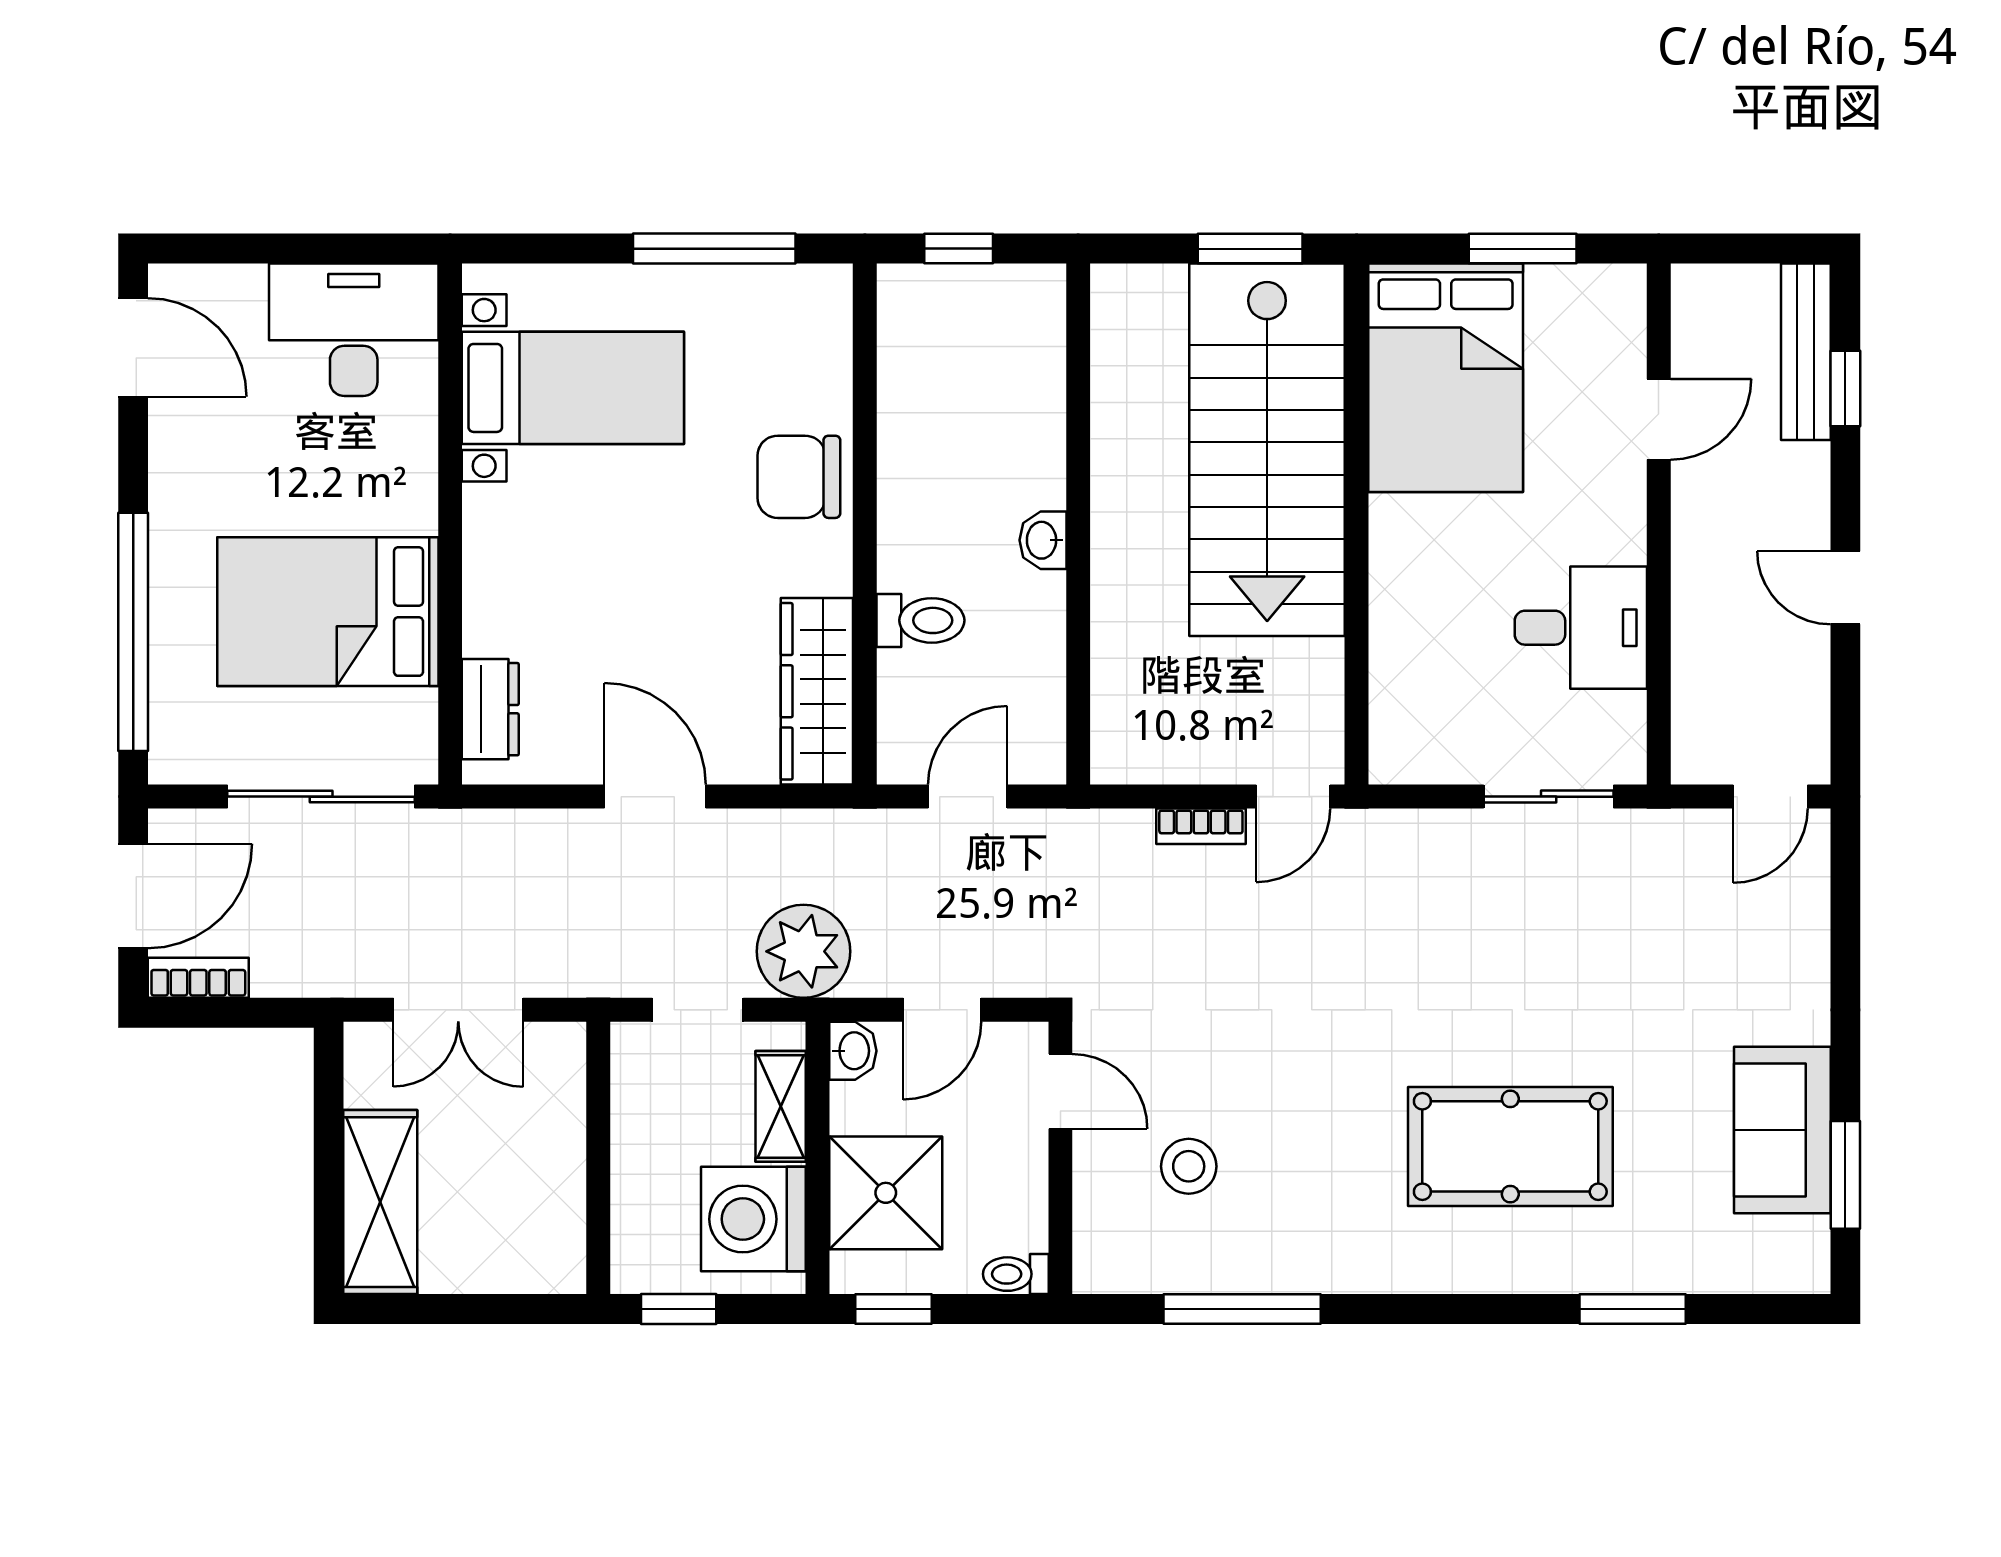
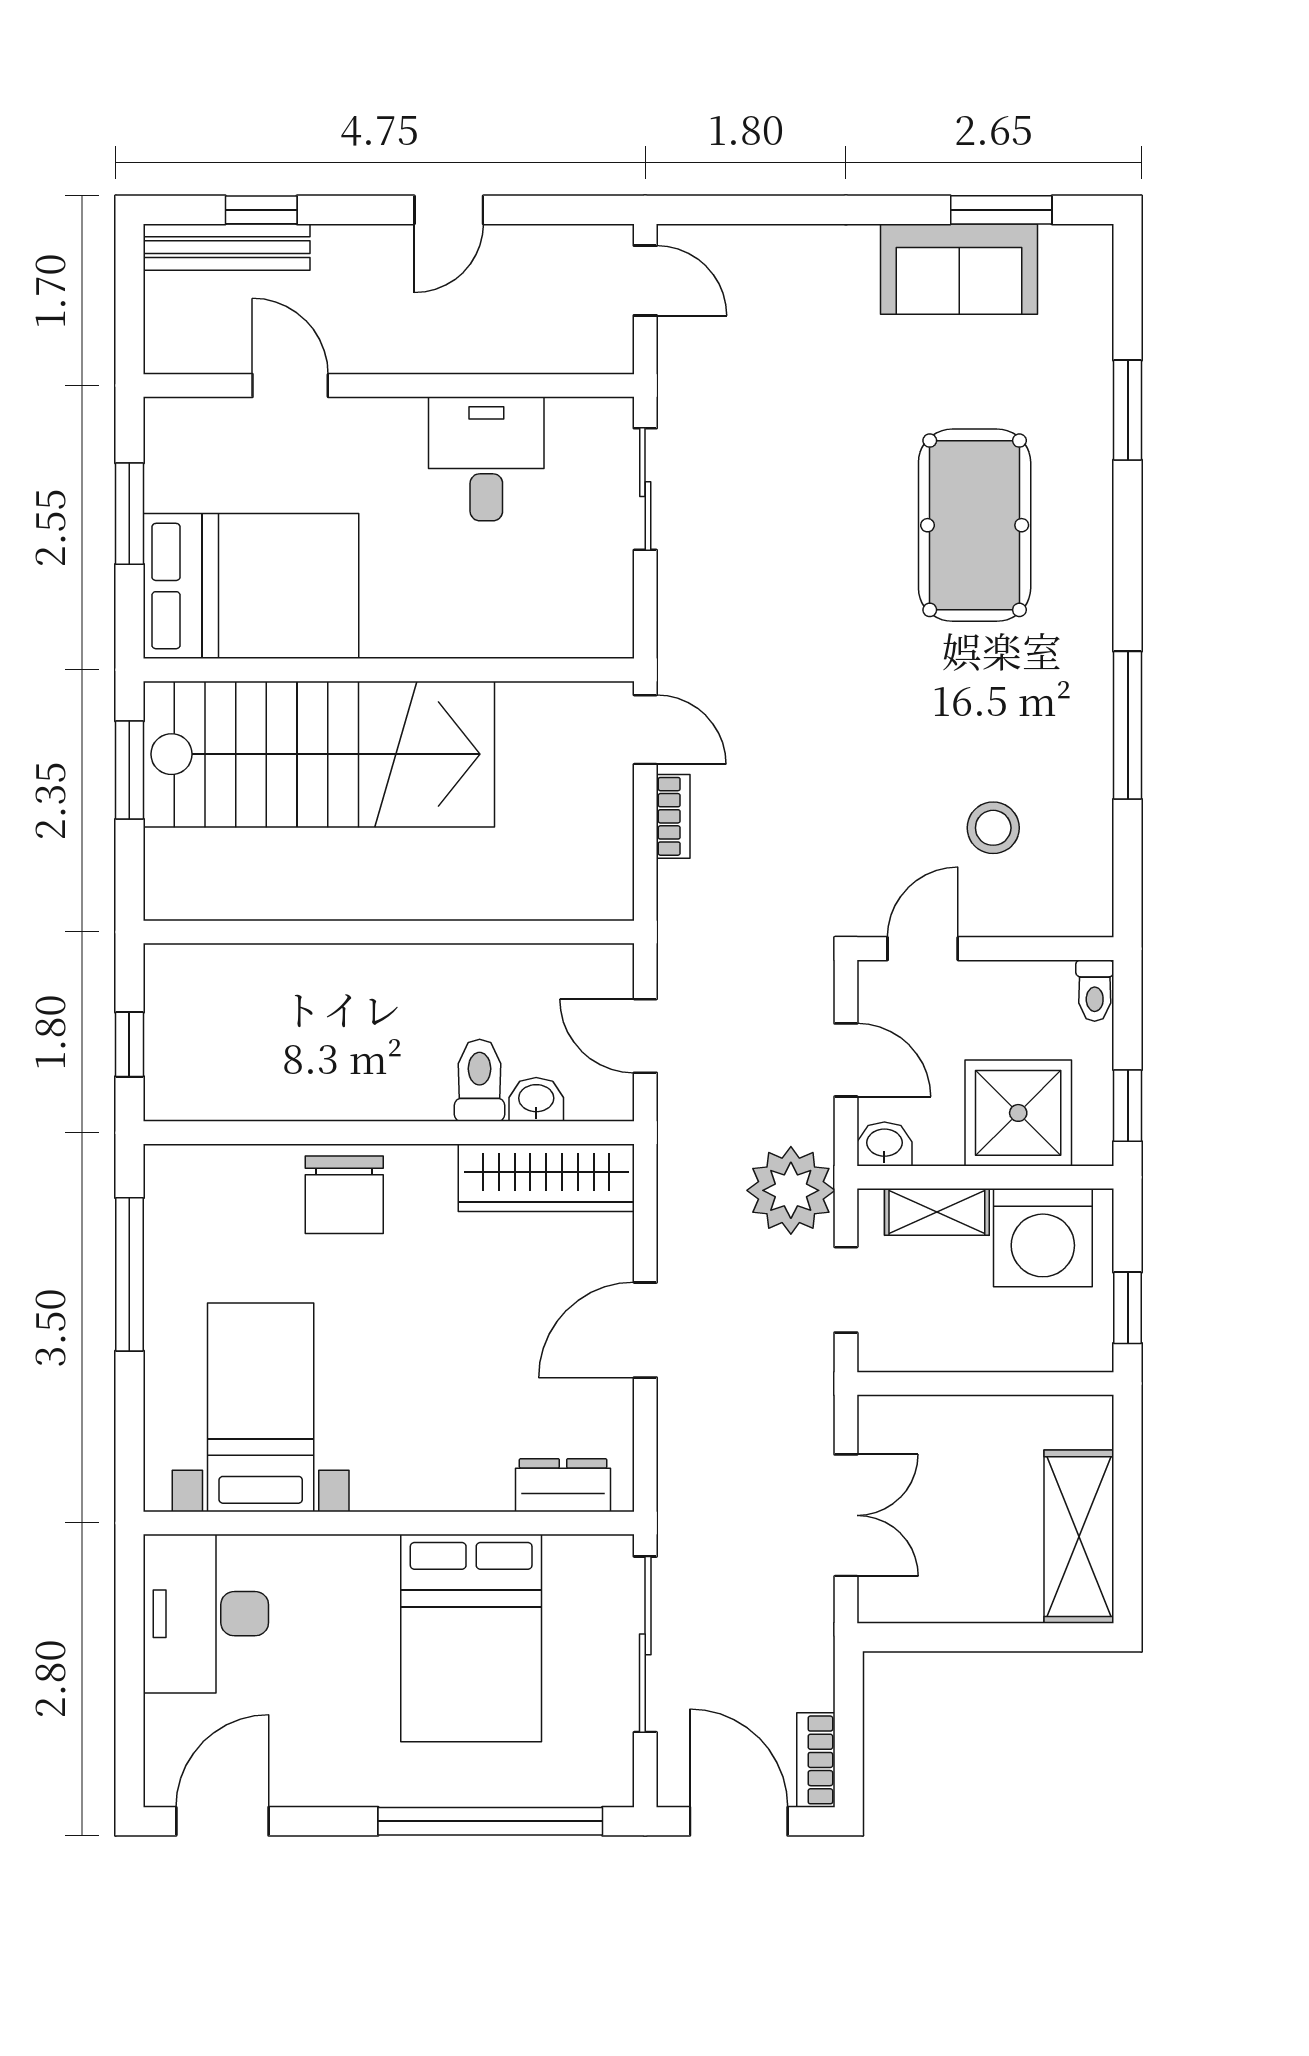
washbasin: (1043, 540) -> (536, 1099), moved, turned 180
shelving: (380, 1202) -> (1079, 1537), moved, turned 90
window: (1242, 1309) -> (1128, 725), moved

